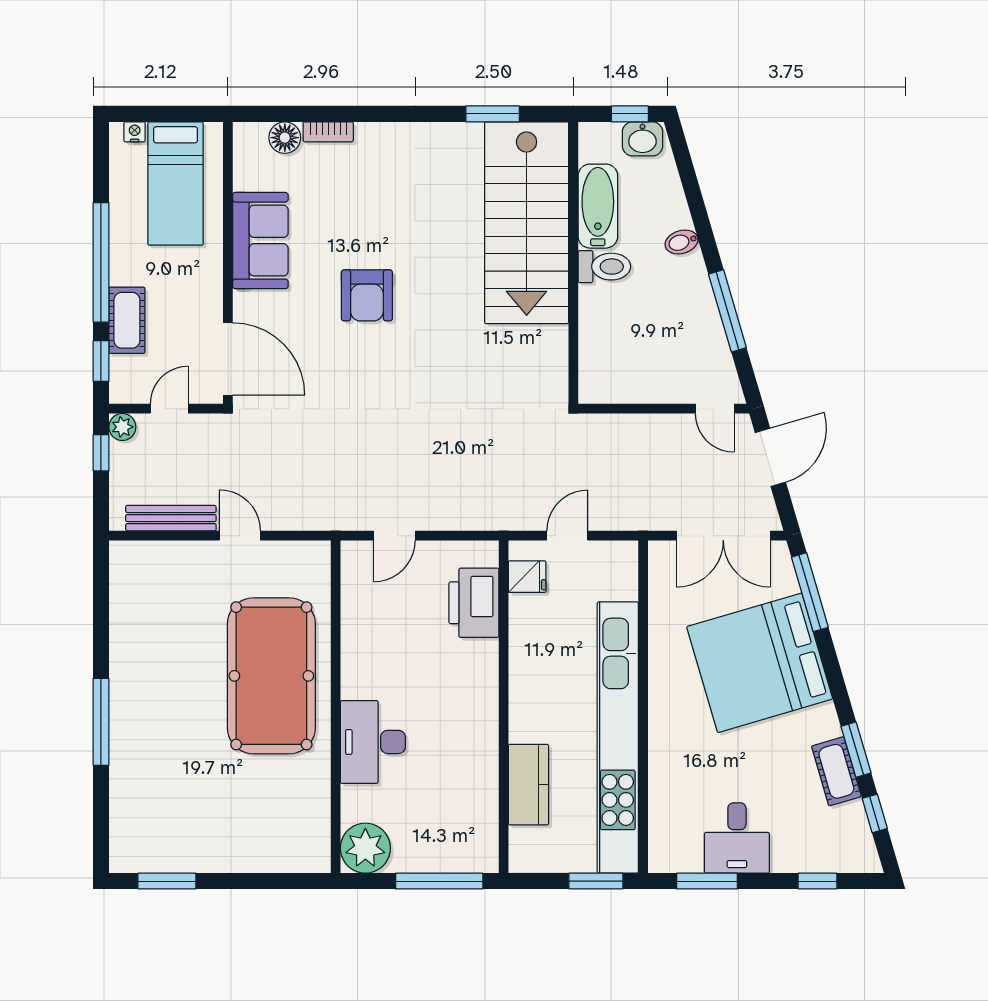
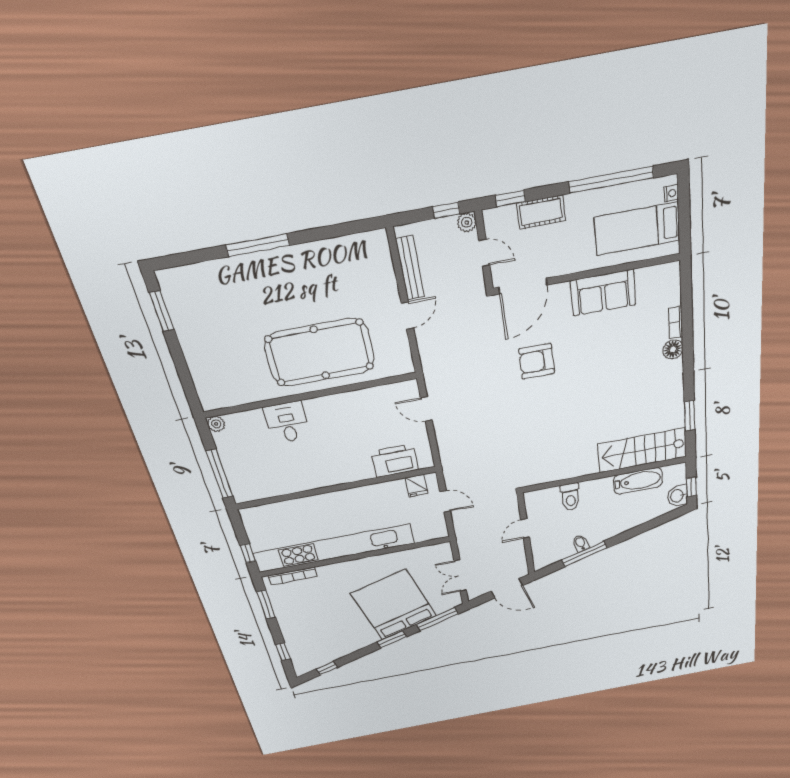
floor lamp: (285, 138) -> (673, 349), moved
stairs: (527, 223) -> (642, 450), width x0.73, depth x0.66
bidet: (682, 242) -> (581, 543), moved
window: (101, 262) -> (611, 180), moved
toilet: (604, 267) -> (570, 497), moved
armchair: (367, 295) -> (537, 361), moved
door: (715, 409) -> (525, 529), moved
double door: (723, 536) -> (460, 576), width x0.73
desk: (373, 742) -> (287, 422), width x0.73
window: (856, 750) -> (392, 639), moved
cot: (836, 771) -> (344, 648), removed
kitchen counter: (528, 785) -> (293, 509), removed
bookcase: (658, 821) -> (293, 576), added
desk: (737, 838) -> (295, 613), removed
plant: (365, 848) -> (216, 424), width x0.53, depth x0.53
window: (596, 881) -> (248, 553), width x0.67

